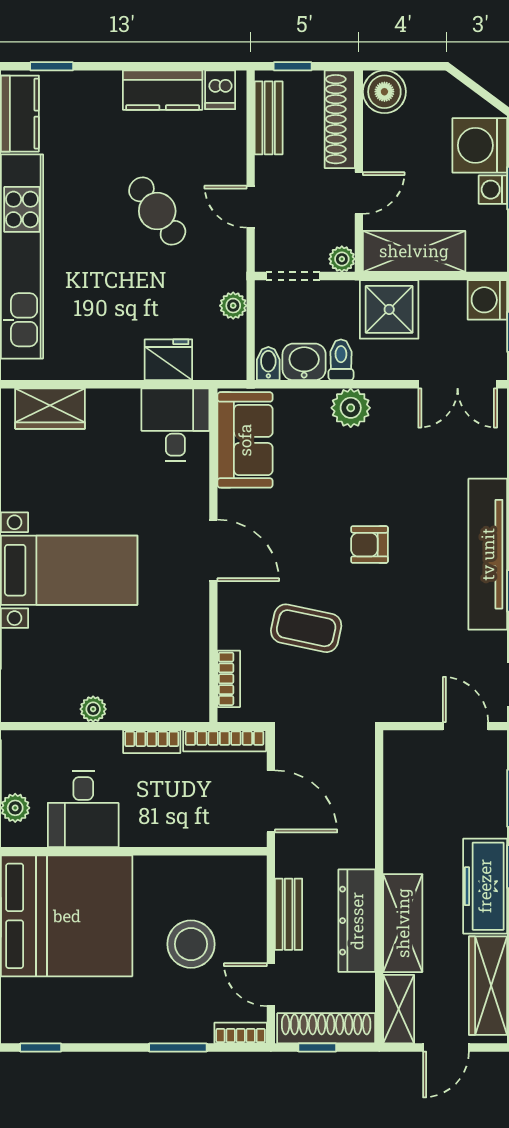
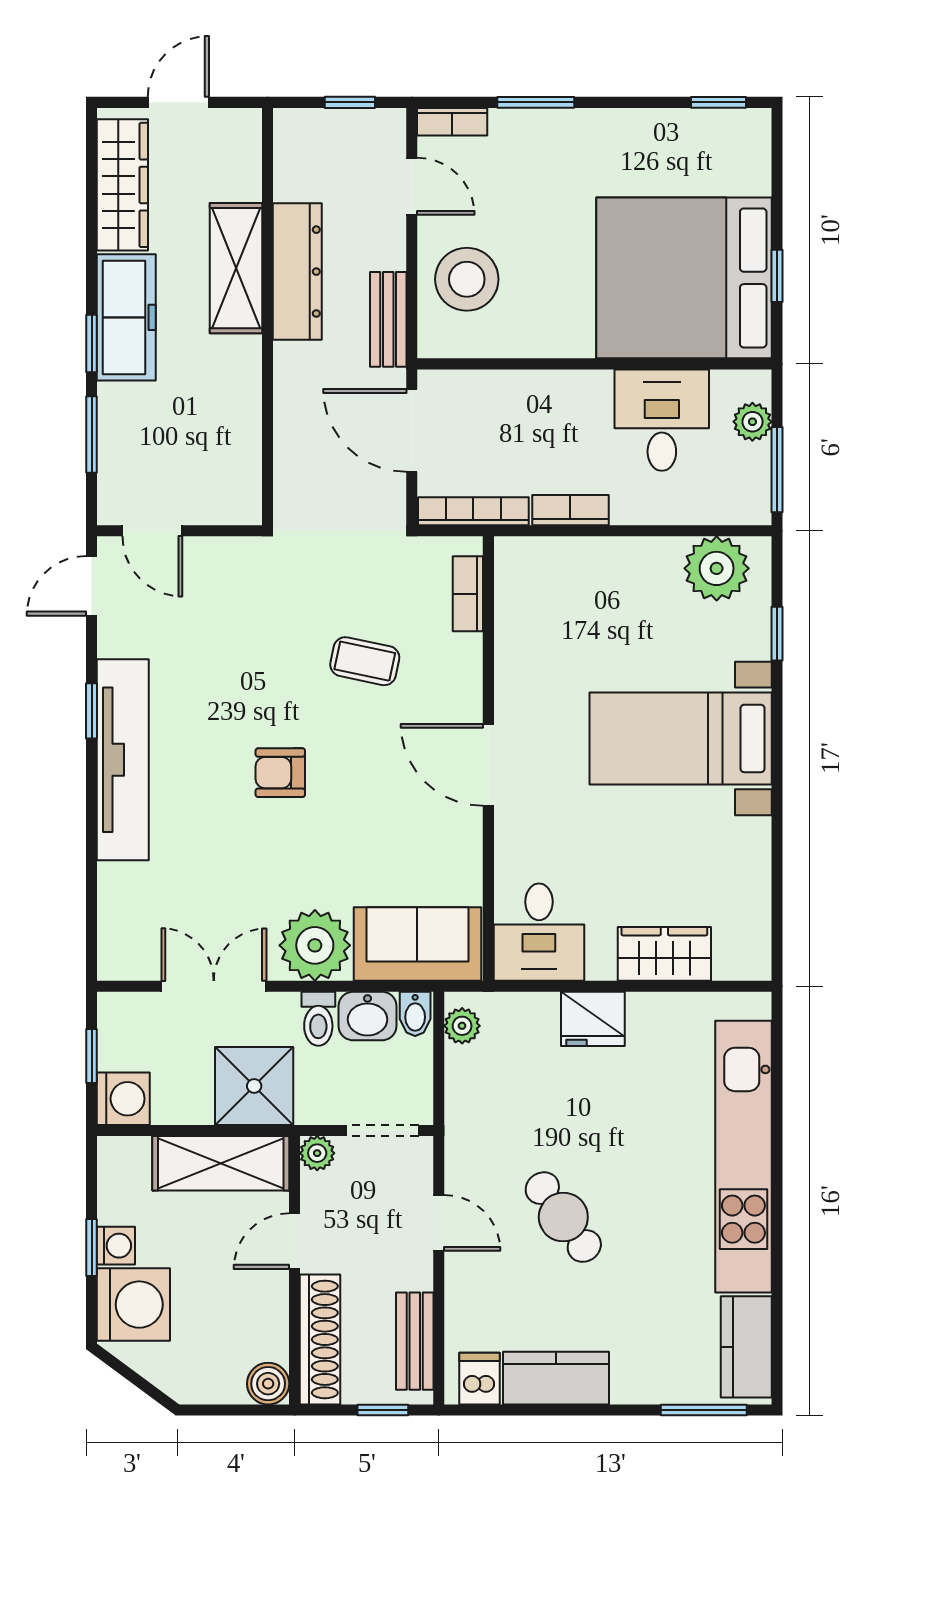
window: (52, 66) -> (704, 1410), width x1.50
boiler: (384, 92) -> (268, 1384), width x0.73, depth x0.73
plant: (233, 306) -> (462, 1026), moved
fridge: (168, 360) -> (593, 1019), moved
double door: (458, 384) -> (214, 986), moved
plant: (351, 408) -> (315, 945), width x1.36, depth x1.36
wardrobe: (50, 409) -> (664, 954), moved
sofa: (245, 440) -> (417, 944), moved, turned 90
armchair: (370, 545) -> (280, 773), turned 180
coffee table: (306, 628) -> (365, 661), width x0.73, depth x0.77
plant: (93, 709) -> (717, 568), moved, width x1.88, depth x1.88
bench: (289, 914) -> (388, 319), moved
stool: (191, 944) -> (467, 279), moved
shelving: (399, 1009) -> (241, 154), removed
shoe rack: (326, 1028) -> (338, 128), removed

